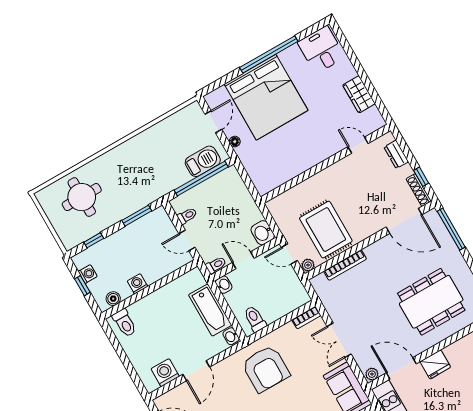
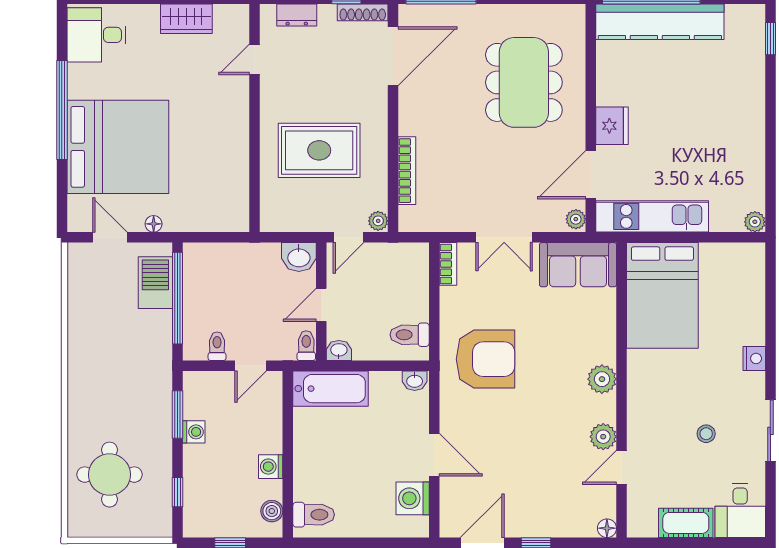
rug: (326, 230) -> (319, 150), moved
washing machine: (88, 274) -> (194, 432), moved, turned 90
bathtub: (210, 310) -> (331, 389), moved

